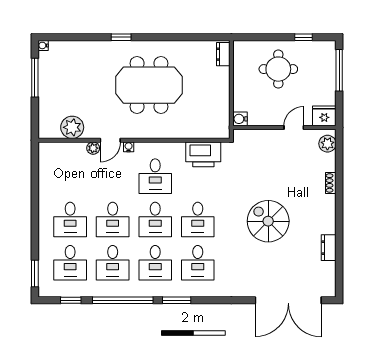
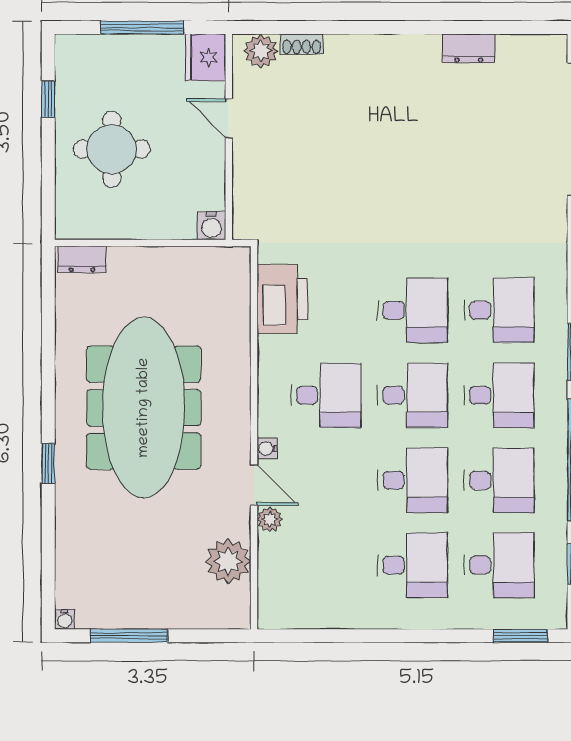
window: (339, 70) -> (142, 28), moved
meeting table: (149, 85) -> (144, 408), width x1.36
shoe rack: (331, 183) -> (302, 44), moved
spiral stairs: (268, 221) -> (416, 170), removed

